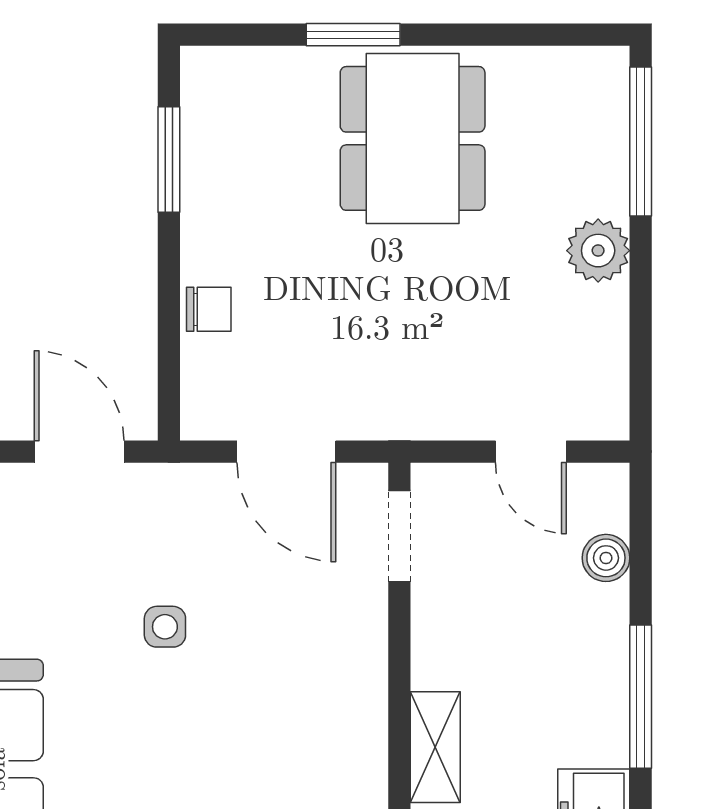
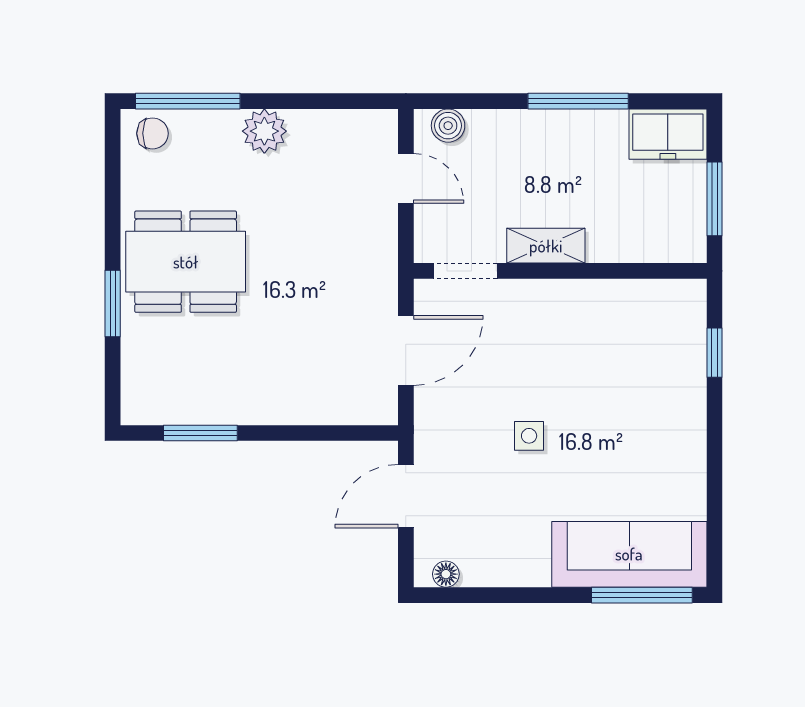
chair: (209, 309) -> (153, 133), moved, turned 90
door: (531, 452) -> (406, 178), hinge flipped
boiler: (606, 558) -> (448, 126), moved
shelving: (435, 747) -> (546, 246), moved

